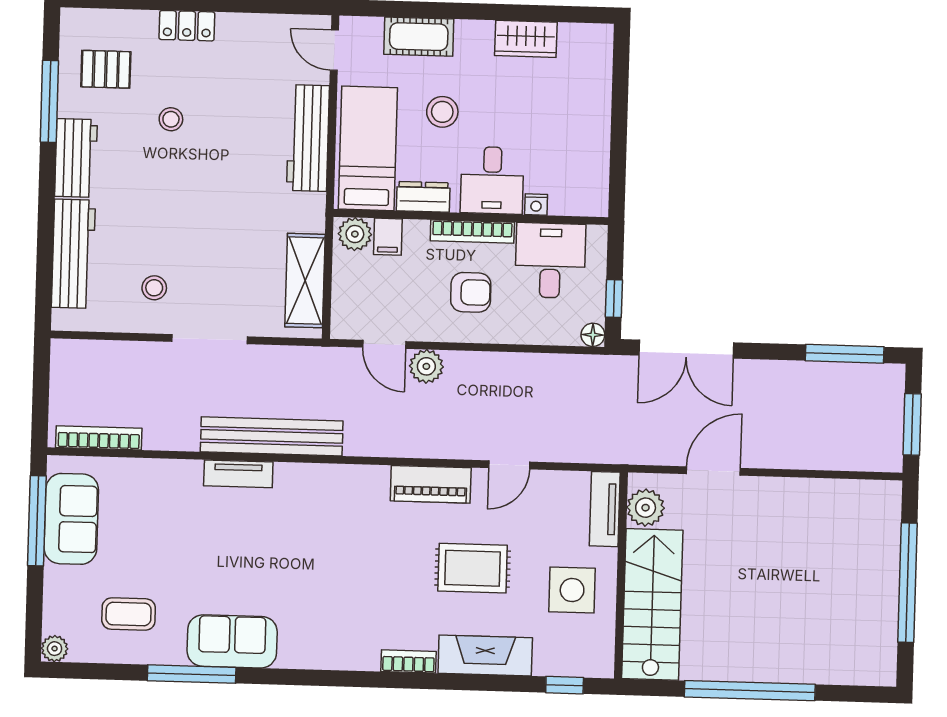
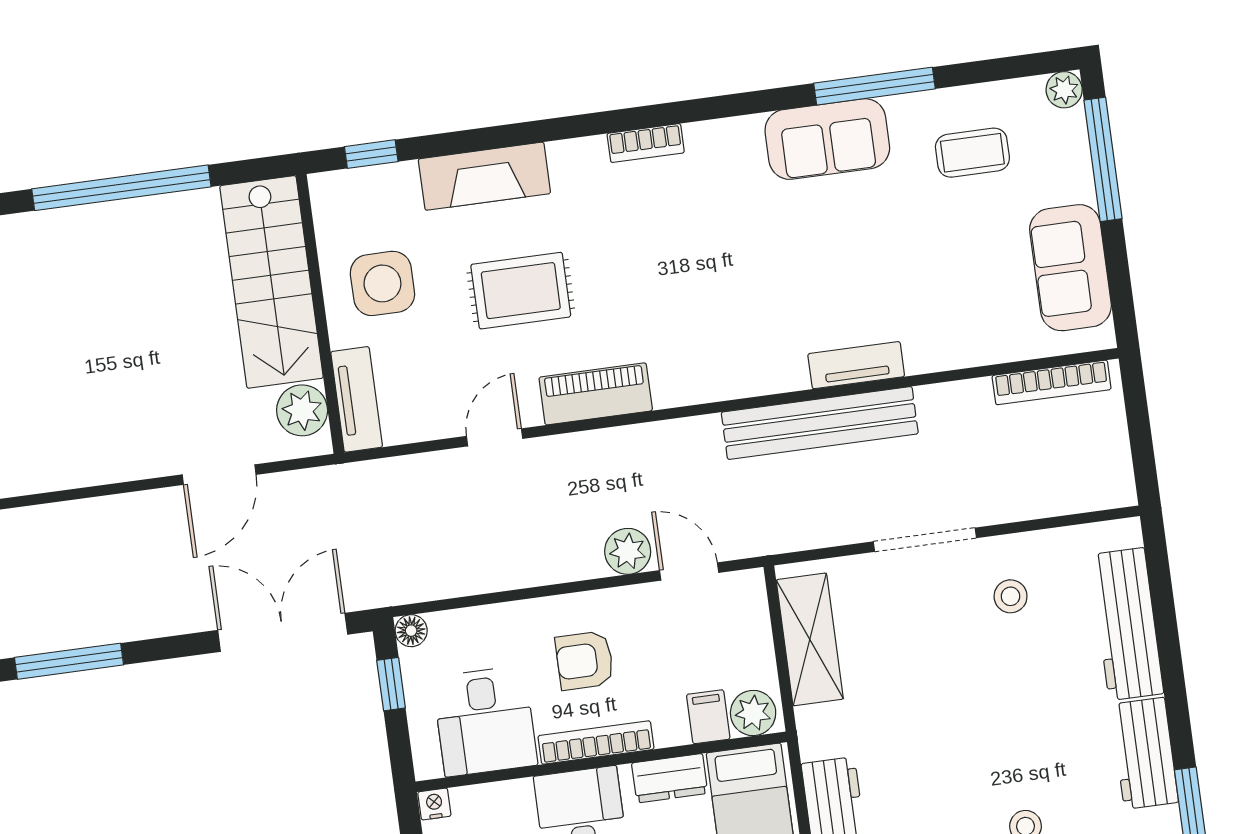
nightstand: (536, 205) -> (434, 804), moved
window: (37, 521) -> (1103, 159), moved
bookcase: (409, 661) -> (646, 143), moved

